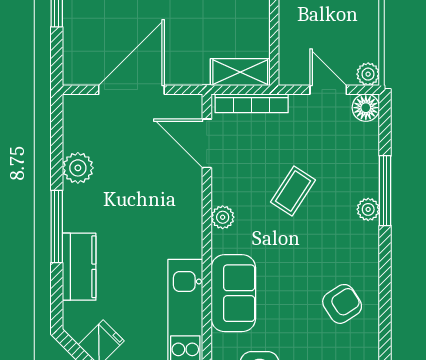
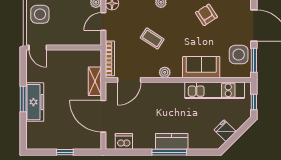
shelving: (240, 72) -> (95, 81), moved
dishwasher: (79, 132) -> (124, 141), added
plant: (78, 168) -> (141, 142), removed
kitchen counter: (79, 267) -> (172, 141), moved

